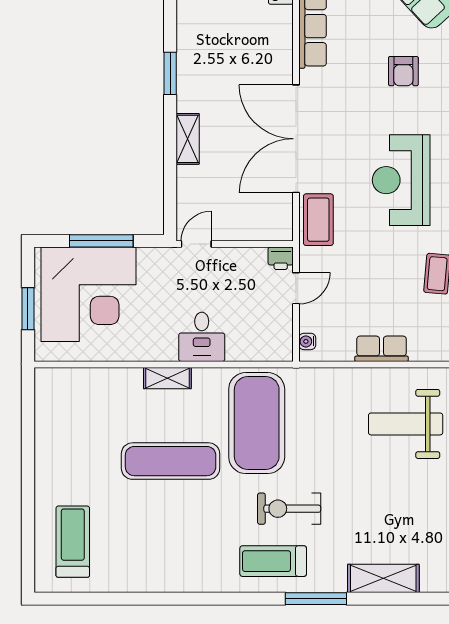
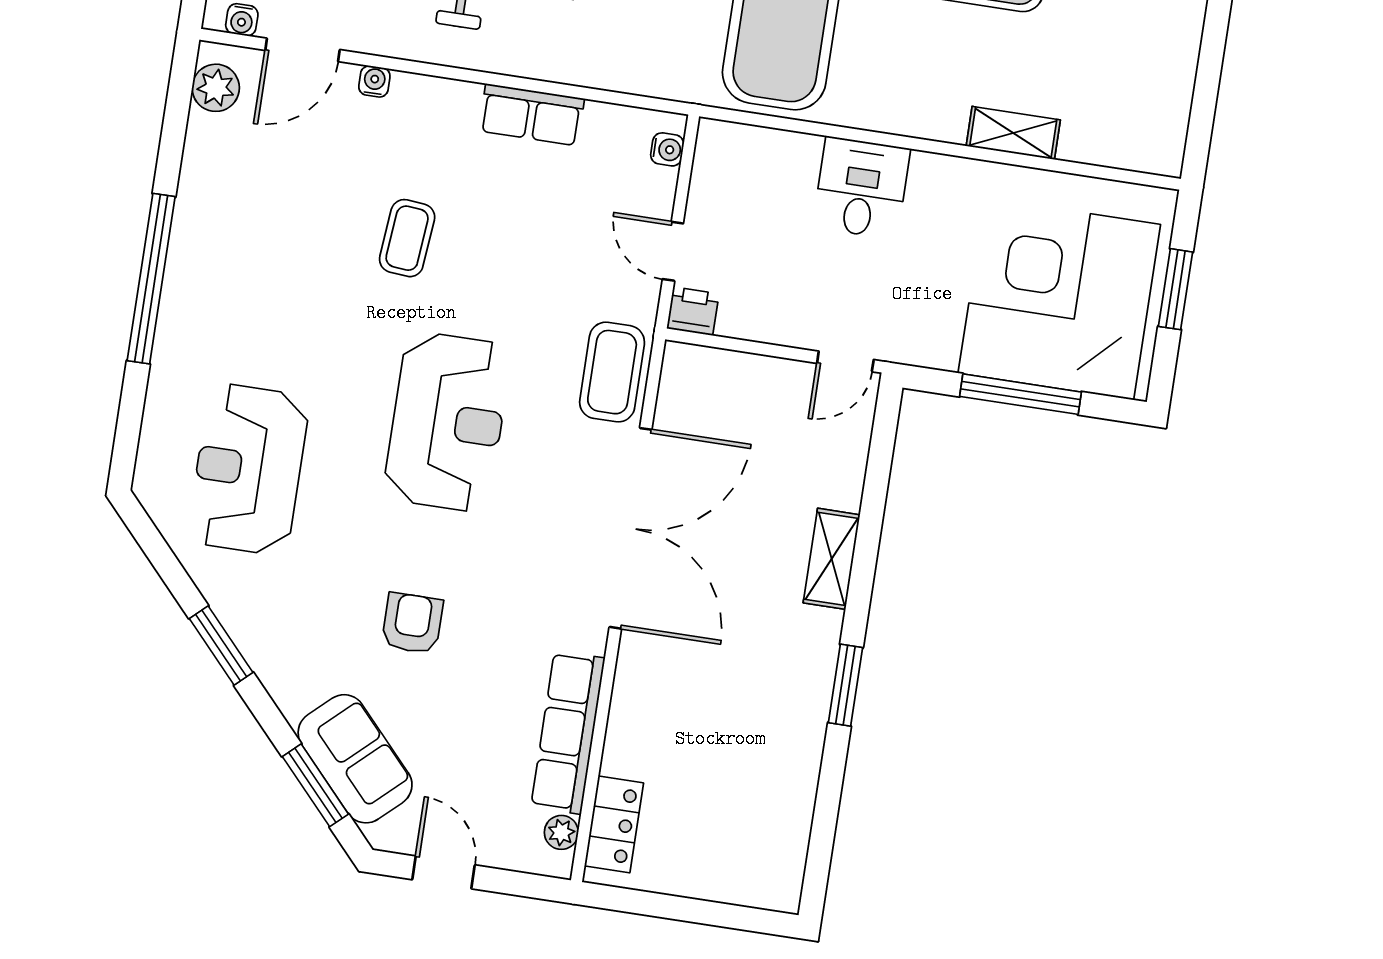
door: (296, 288) -> (673, 251), hinge flipped
shelving: (167, 378) -> (1013, 133), moved

